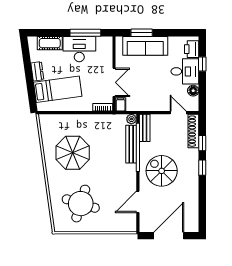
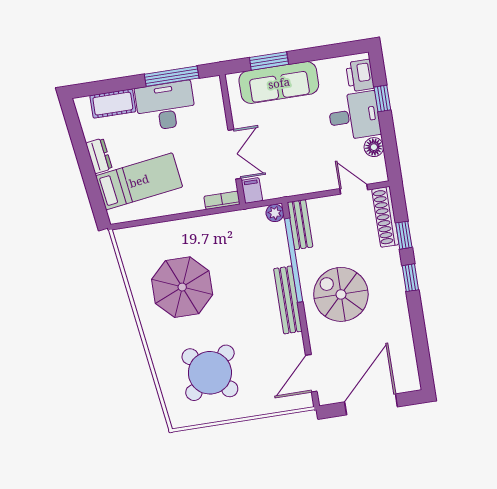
bench: (131, 144) -> (288, 300), moved
door: (138, 202) -> (311, 373), moved
round table: (81, 204) -> (210, 373), turned 31

